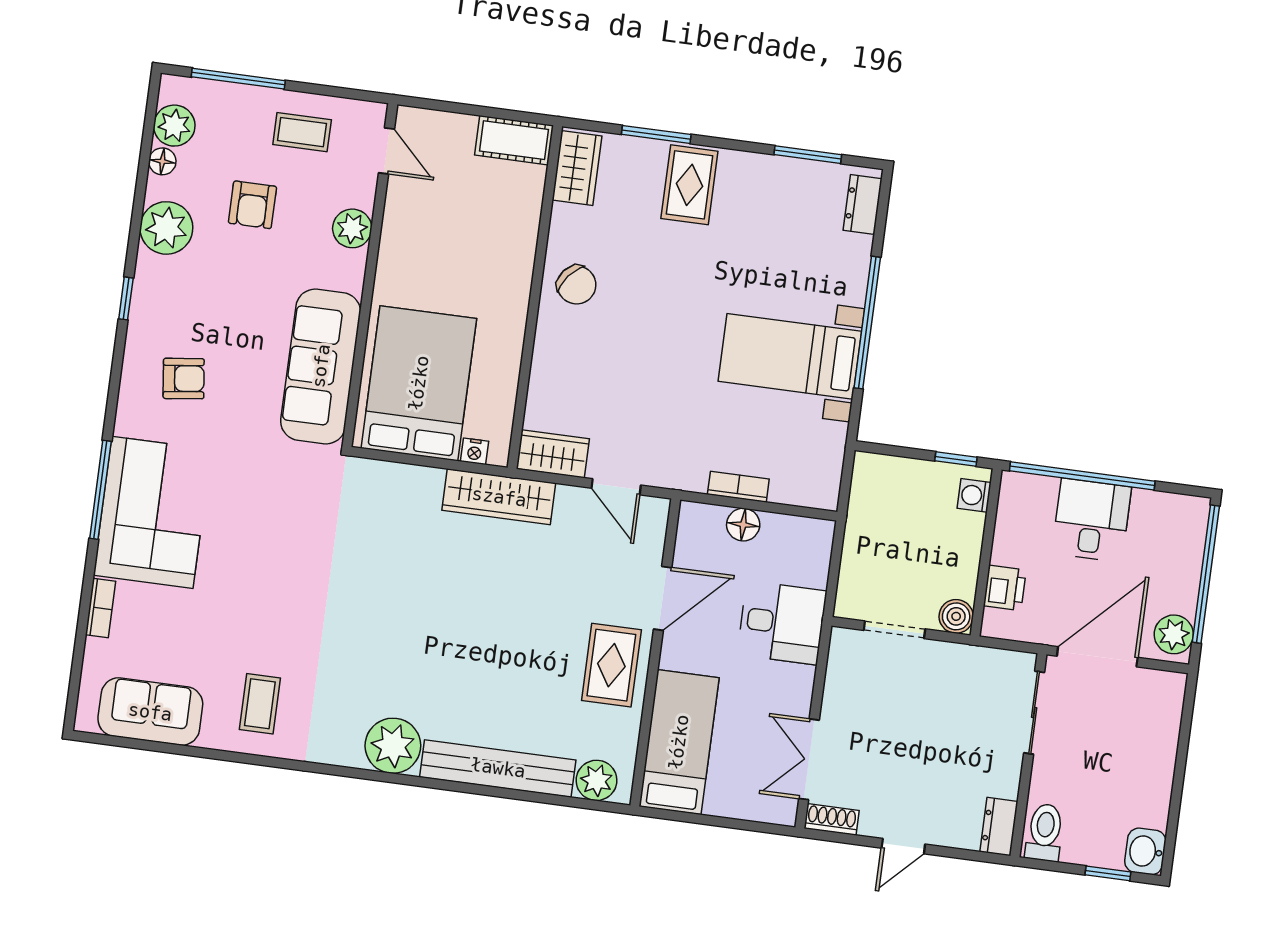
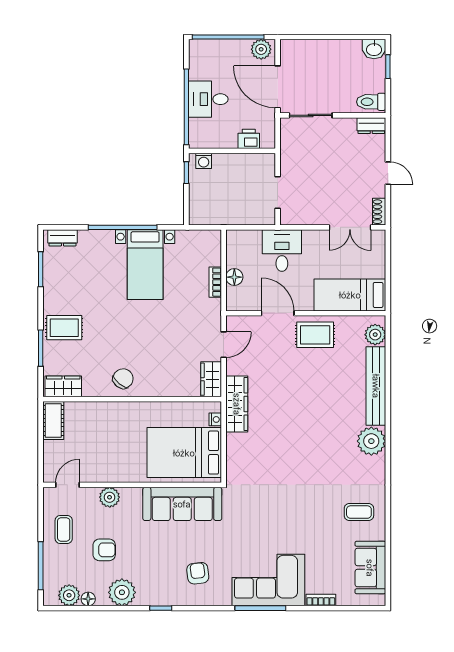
boiler: (956, 616) -> (267, 162), removed

